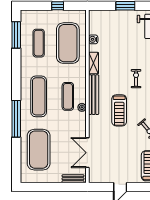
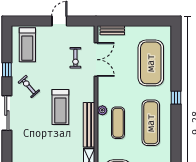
exercise bike: (136, 79) -> (75, 58), moved
treadmill: (119, 110) -> (60, 107), turned 180
window: (16, 119) -> (176, 98), width x0.32

